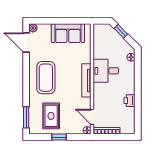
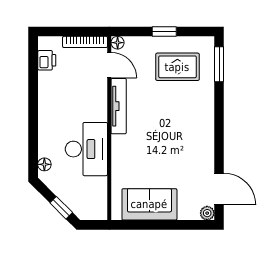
desk: (106, 71) -> (86, 149), width x1.37
coffee table: (46, 78) -> (186, 130), removed
tv unit: (86, 80) -> (119, 106), moved
printer: (130, 101) -> (47, 60), moved
rug: (51, 116) -> (177, 67), turned 90

